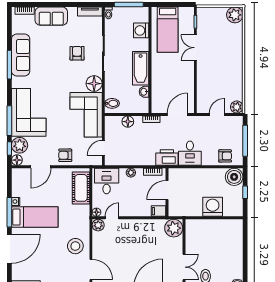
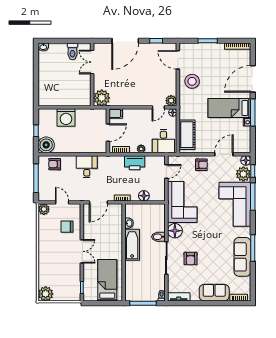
washing machine: (141, 30) -> (132, 279), removed
double door: (195, 48) -> (82, 251), moved
chair: (211, 88) -> (67, 227), added
bidet: (112, 103) -> (158, 237), moved
door: (217, 114) -> (62, 202), swing flipped
printer: (167, 157) -> (135, 163), moved

